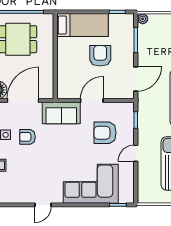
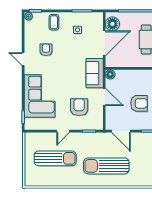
floor lamp: (63, 93) -> (110, 74), added
door: (23, 100) -> (104, 43), hinge flipped
armchair: (27, 137) -> (46, 50), moved
door: (136, 153) -> (63, 131), swing flipped

